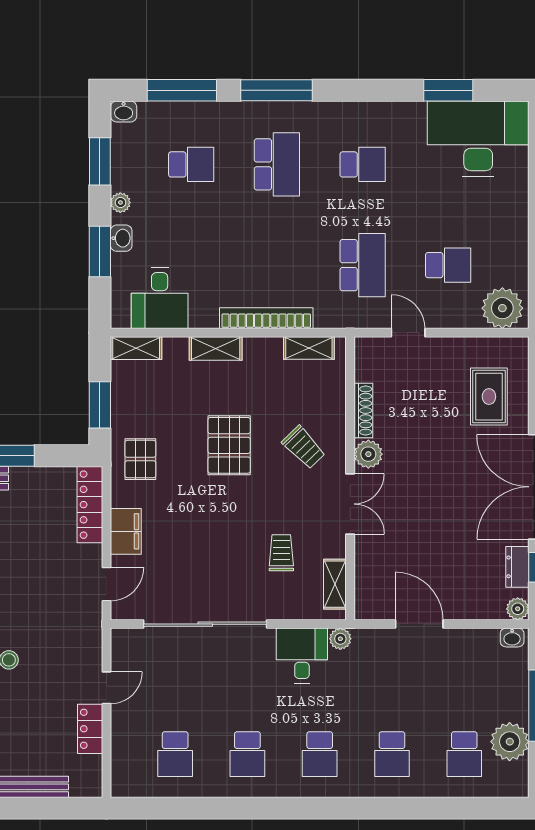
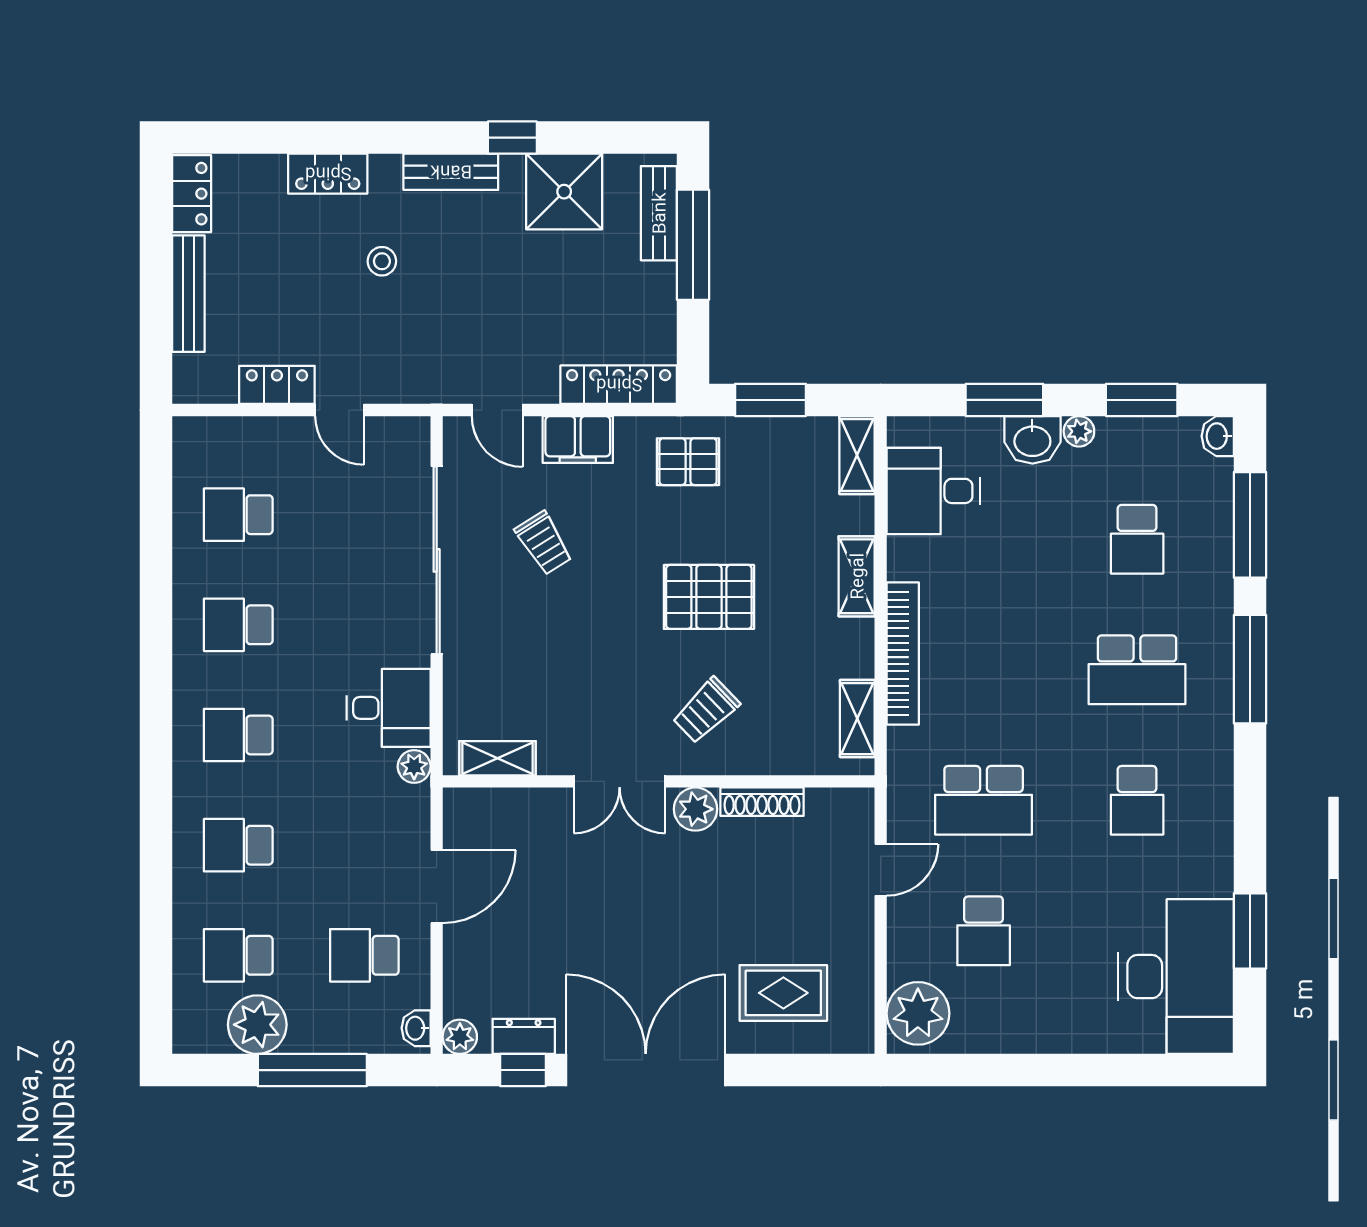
washbasin: (121, 238) -> (1032, 440), width x1.38, depth x1.45
trolley: (281, 553) -> (544, 543), moved, turned 58
school desk: (464, 671) -> (364, 955), added

